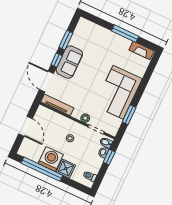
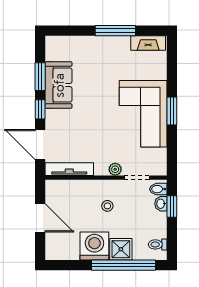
sofa: (69, 62) -> (59, 85), moved
window: (129, 115) -> (172, 111), moved
window: (42, 169) -> (124, 265), moved

